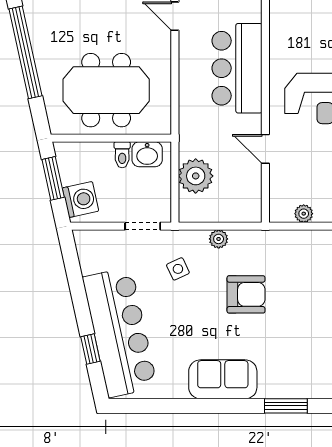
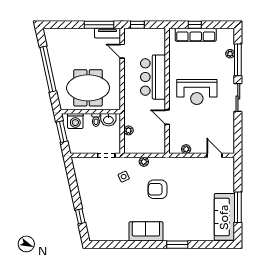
plant: (196, 176) -> (128, 130), width x0.53, depth x0.53
washing machine: (81, 199) -> (75, 121), moved, turned 102
armchair: (246, 294) -> (157, 189), turned 180
bar counter: (120, 332) -> (95, 208), removed

